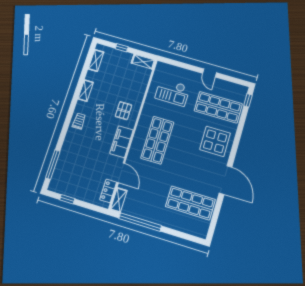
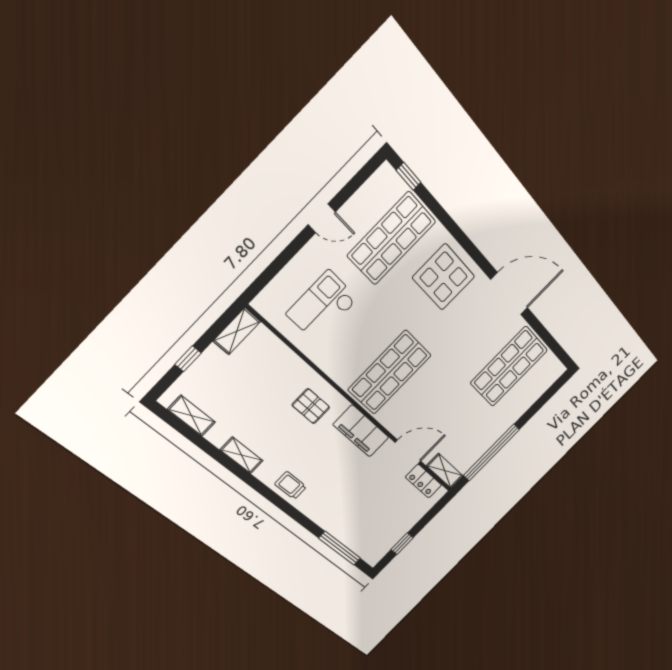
checkout: (173, 92) -> (322, 306), turned 180
shop shelf: (157, 140) -> (390, 372), turned 90

